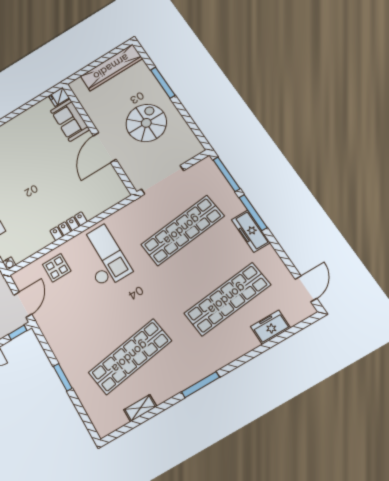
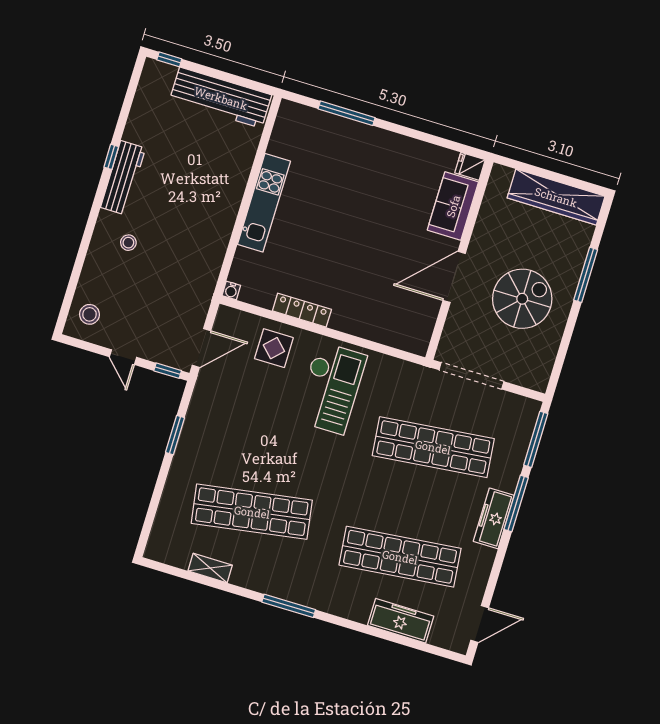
locker: (69, 226) -> (302, 310), moved
freezer: (270, 327) -> (401, 621), width x1.40
window: (63, 377) -> (175, 435), moved

